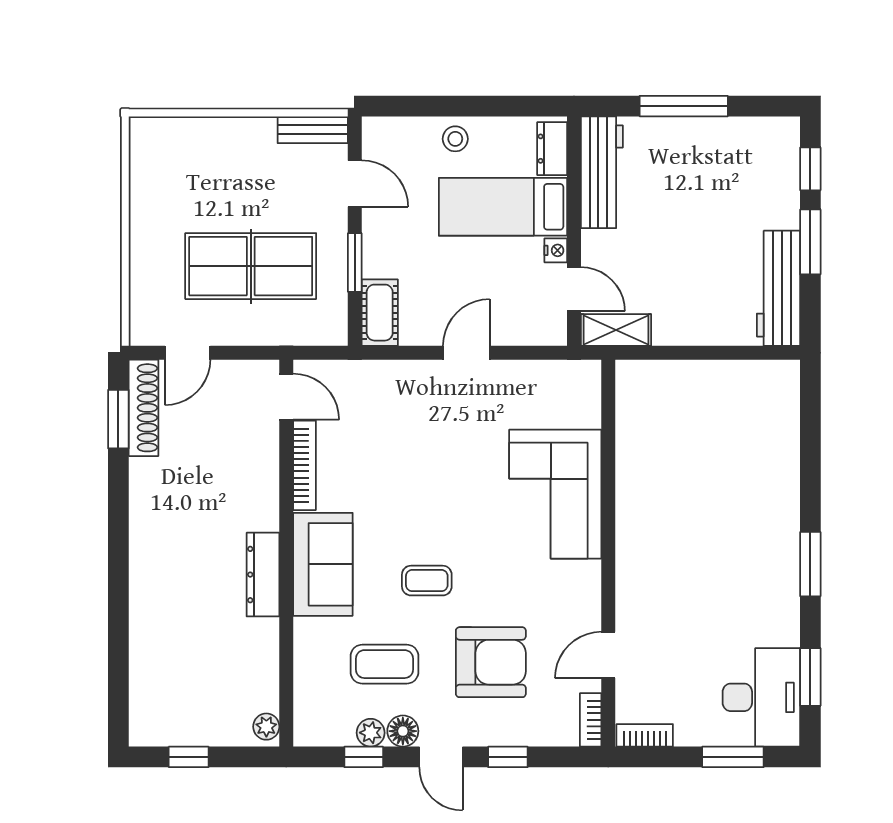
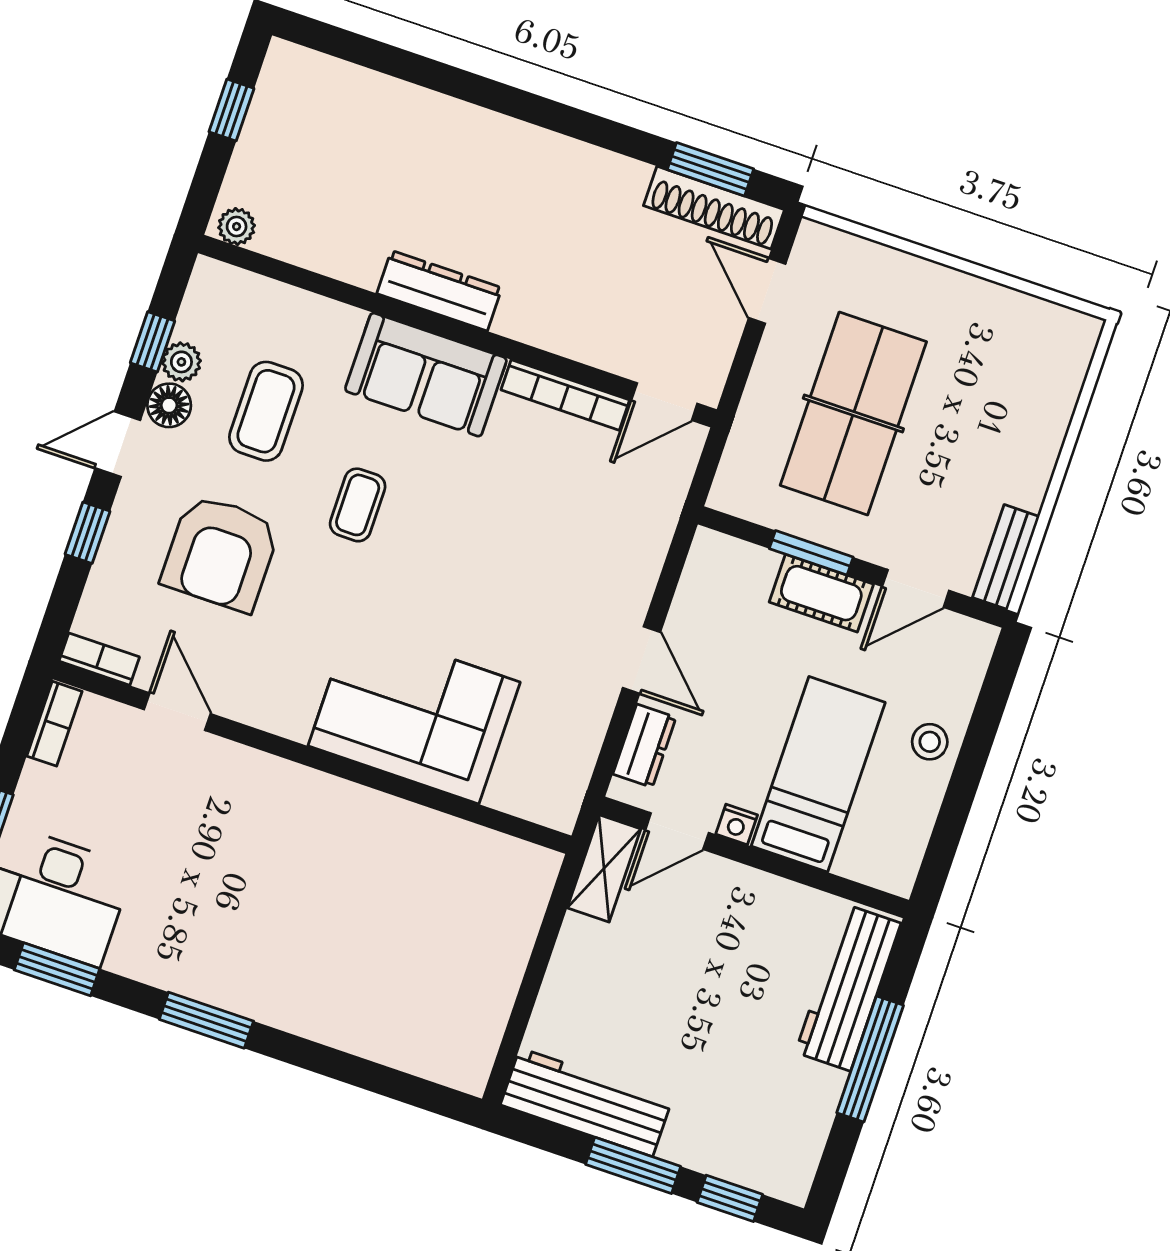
dresser: (552, 149) -> (644, 746), moved, turned 90
workbench: (602, 172) -> (848, 988), moved, turned 90
cot: (380, 313) -> (821, 593), moved

